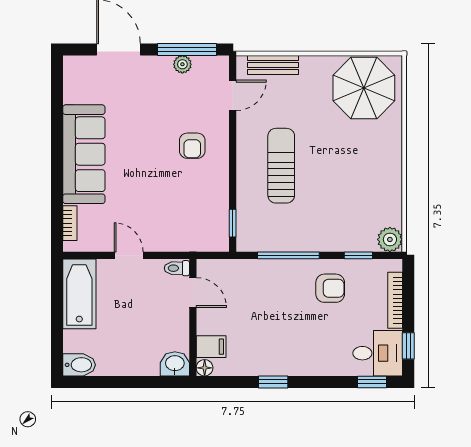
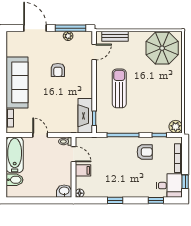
armchair: (192, 146) -> (58, 70), moved
fireplace: (215, 219) -> (85, 116), added
filing cabinet: (211, 347) -> (83, 170), moved
bidet: (79, 365) -> (15, 180), moved
window: (372, 382) -> (156, 200), moved

